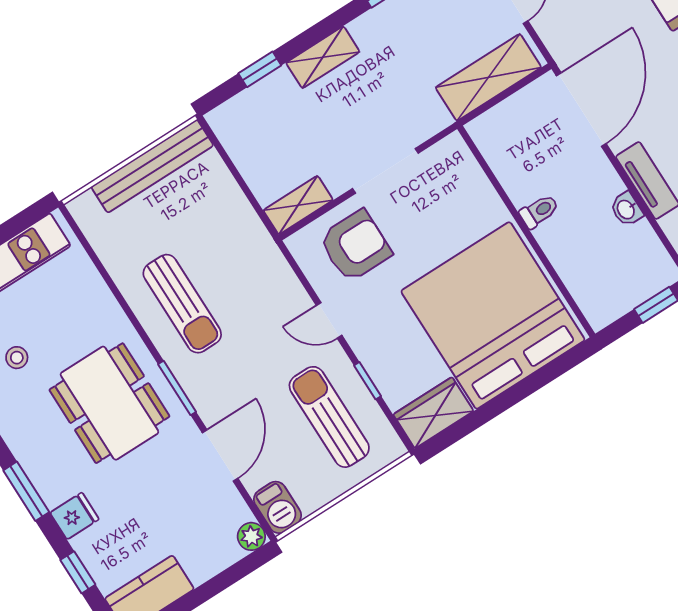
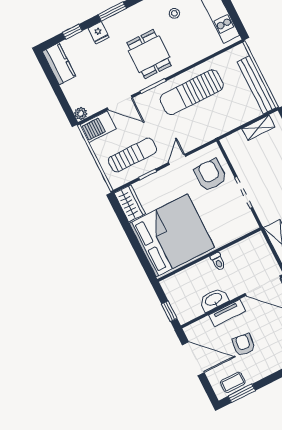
shelving: (298, 205) -> (258, 128), moved, turned 90
washbasin: (626, 209) -> (214, 300), width x1.91, depth x1.45
armchair: (355, 246) -> (210, 175), turned 180
sun lounger: (182, 304) -> (192, 92), width x1.36, depth x1.34
dining table: (109, 403) -> (149, 54), width x0.73
barbecue: (277, 507) -> (98, 127), width x1.38, depth x1.27

